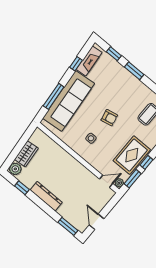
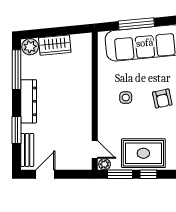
window: (22, 188) -> (17, 70), width x2.17
bench: (74, 221) -> (27, 150), added
window: (68, 226) -> (17, 130), moved

